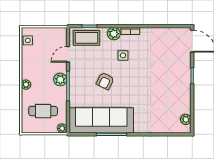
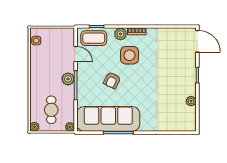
door: (68, 54) -> (76, 54), swing flipped
side table: (123, 55) -> (129, 55), width x1.87, depth x1.87
plant: (26, 85) -> (34, 127), moved
cafe table: (43, 111) -> (51, 110), turned 90
plant: (186, 119) -> (191, 101), moved

